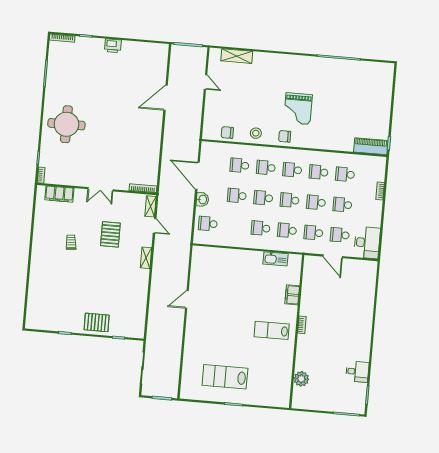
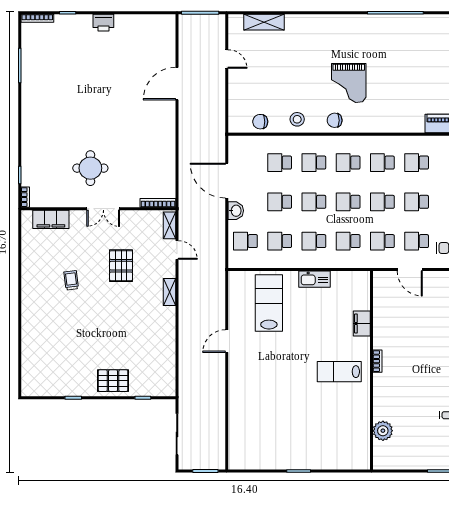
round table: (66, 124) -> (90, 168), moved, width x0.73, depth x0.73
school desk: (234, 226) -> (280, 241), added
kitchen sink: (275, 259) -> (314, 279), moved
lab bench: (225, 377) -> (269, 303), moved, turned 90

